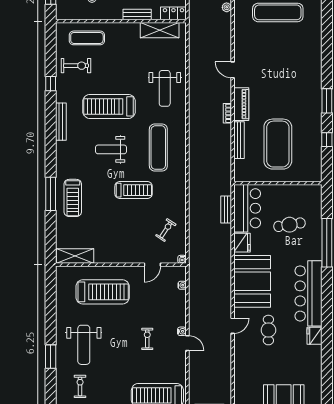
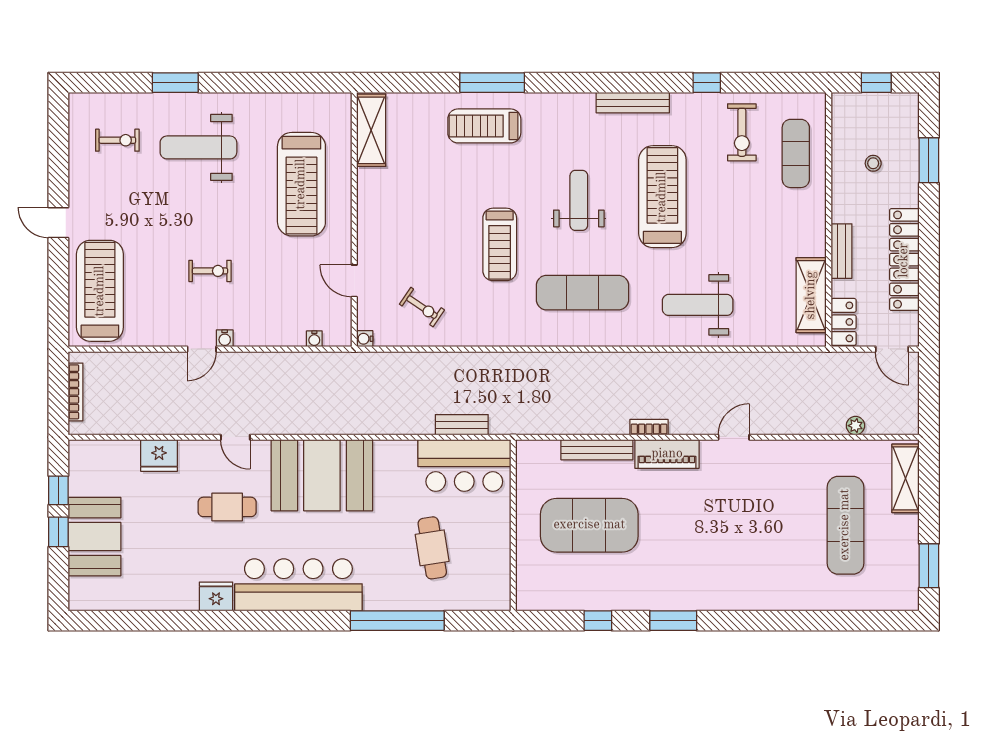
fridge: (242, 243) -> (159, 455), moved

